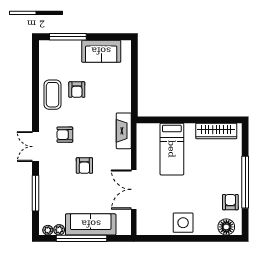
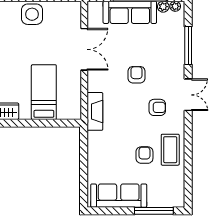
sofa: (101, 51) -> (119, 196), width x1.36

